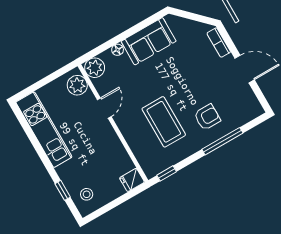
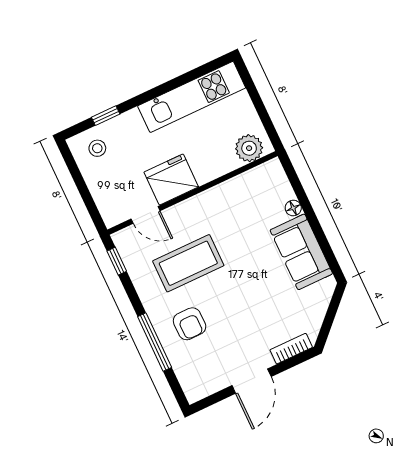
plant: (95, 68) -> (271, 174), removed
door: (104, 108) -> (146, 215), moved
fridge: (132, 180) -> (171, 180), moved, width x1.88, depth x1.34

